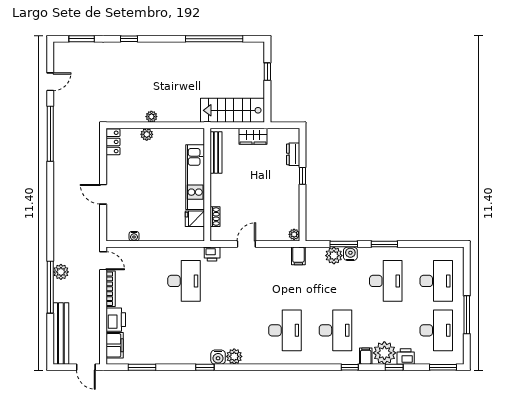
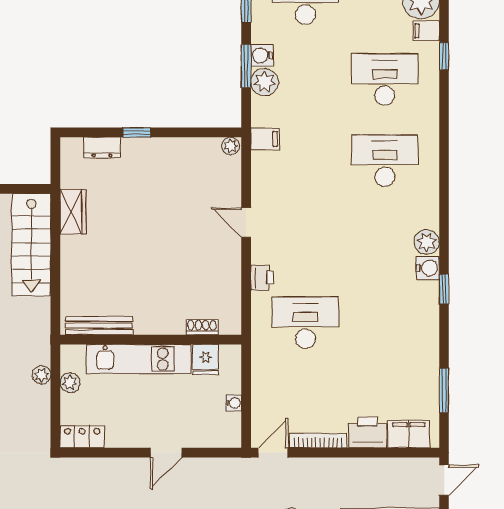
bench: (216, 152) -> (99, 326), moved
kitchen unit: (195, 177) -> (139, 359), moved
wall: (207, 185) -> (151, 340), moved
shoe rack: (215, 217) -> (202, 327), moved
fridge: (195, 219) -> (206, 360), moved

